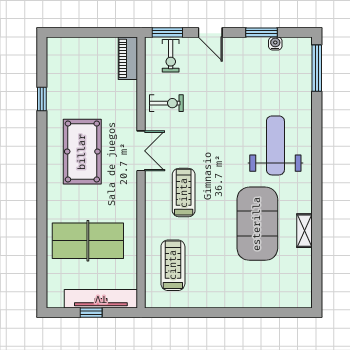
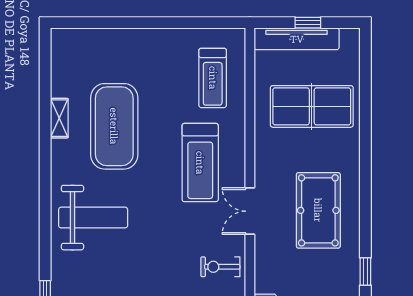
weight bench: (275, 145) -> (93, 218), turned -90
treadmill: (184, 193) -> (200, 163), width x1.37, depth x1.38

